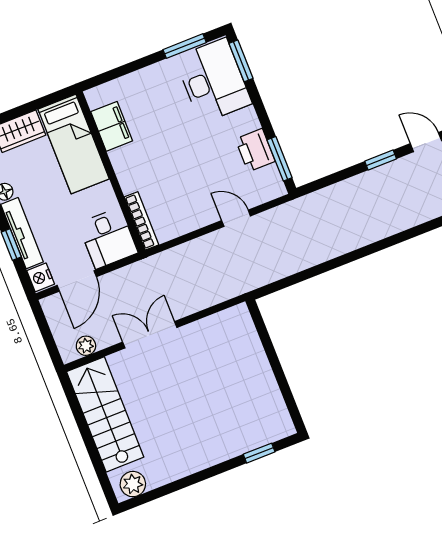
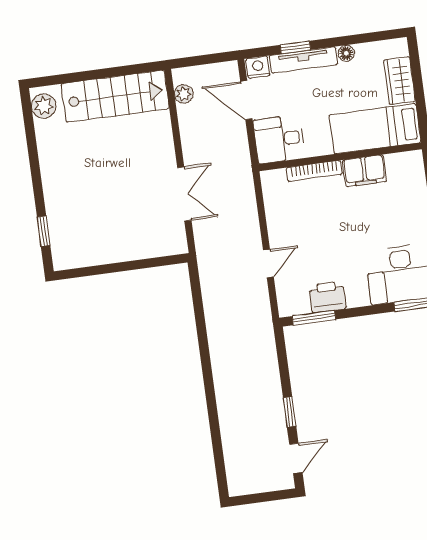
filing cabinet: (112, 126) -> (364, 171), moved
bookcase: (141, 221) -> (314, 171), moved
double door: (150, 335) -> (184, 194), moved

